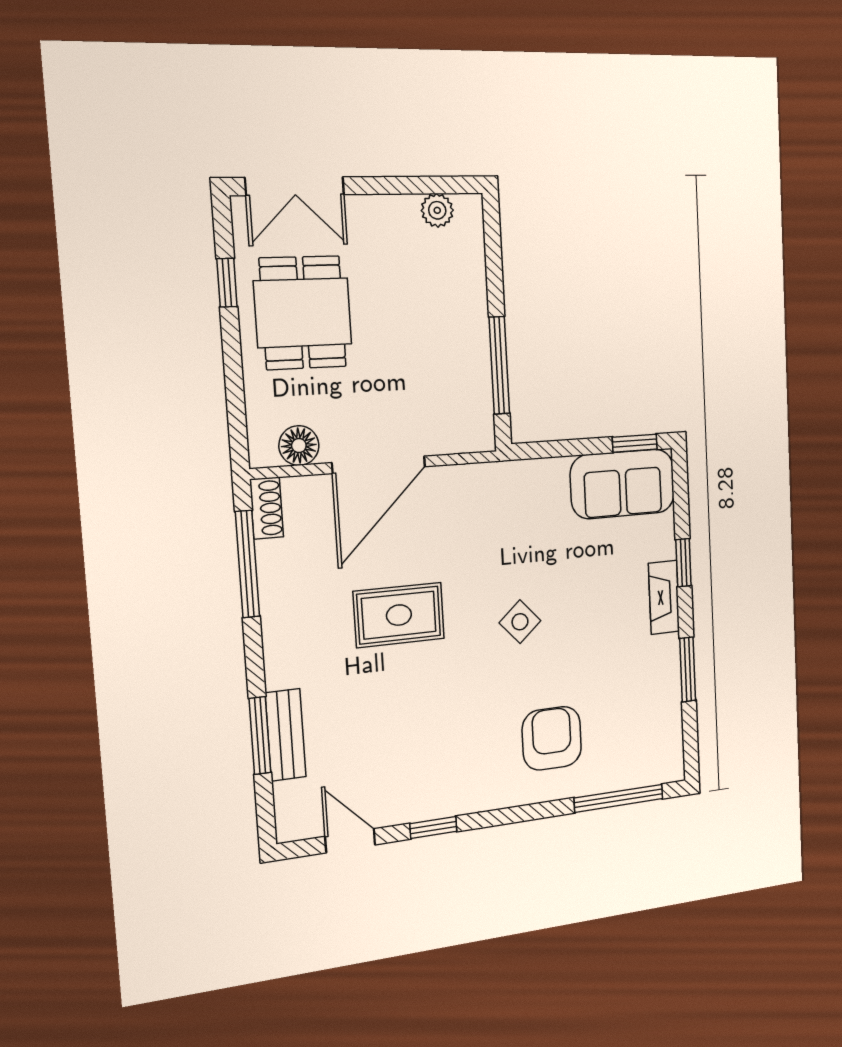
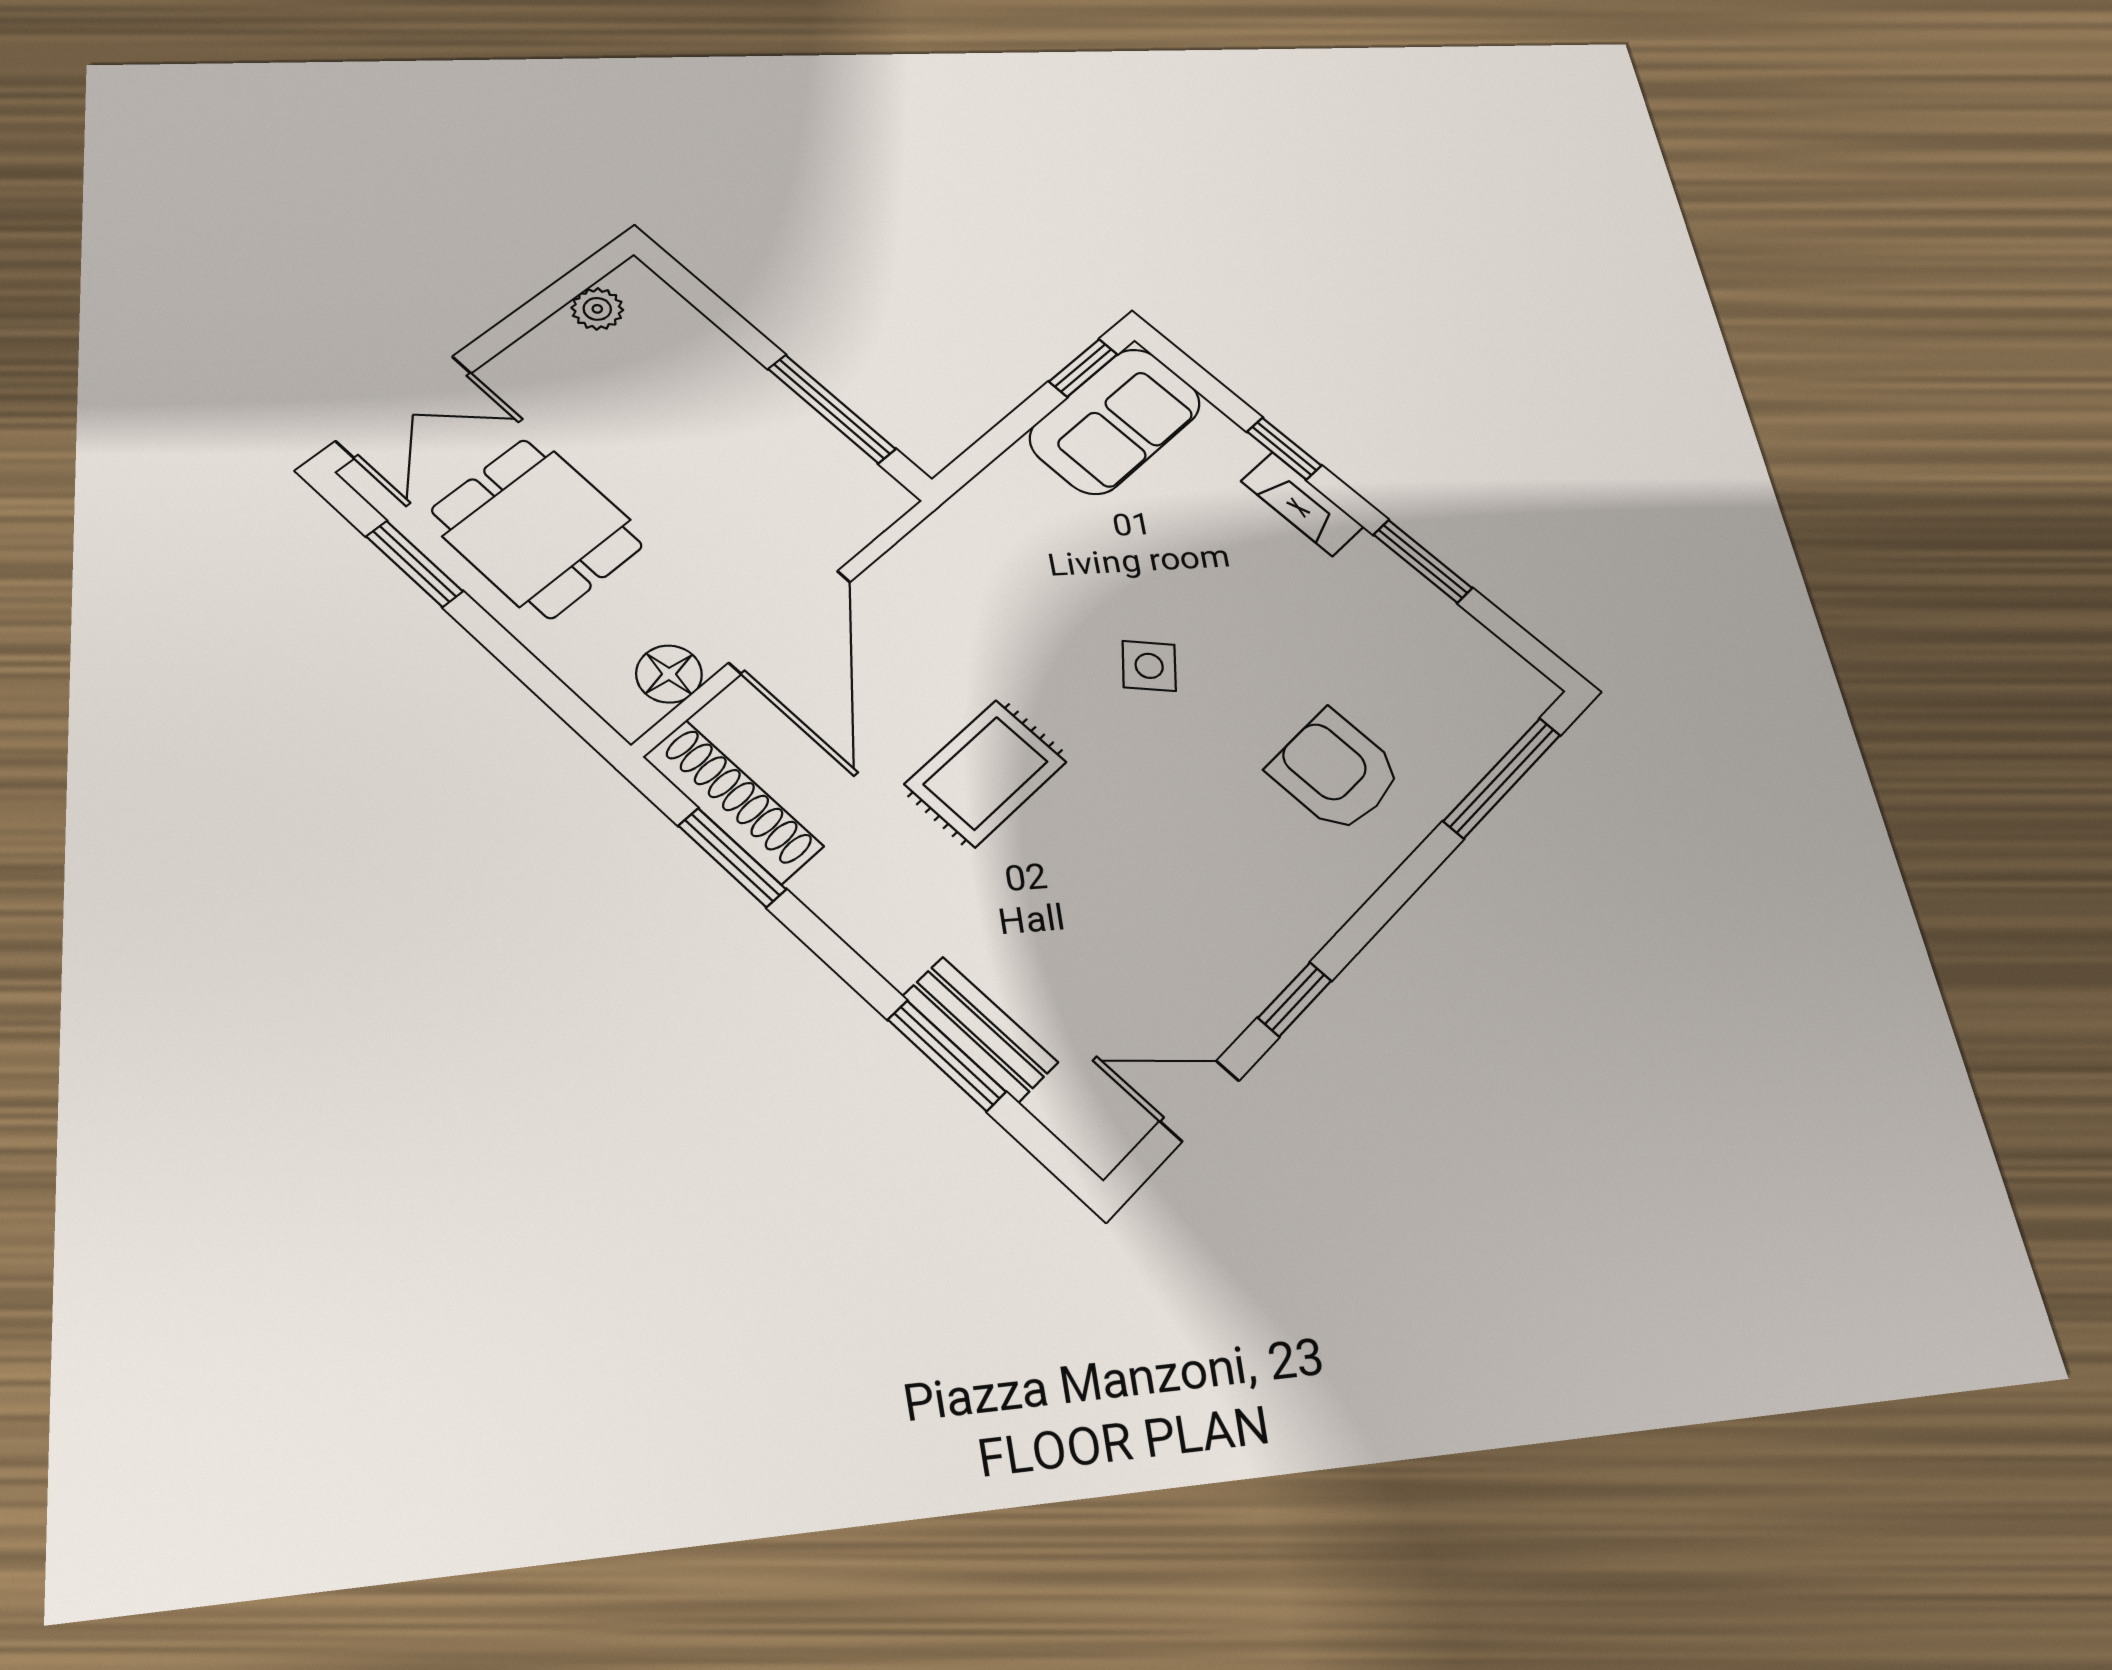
window: (227, 283) -> (414, 564), width x1.50
shoe rack: (267, 508) -> (733, 801), width x1.94, depth x1.24
window: (247, 564) -> (732, 857), width x0.69

